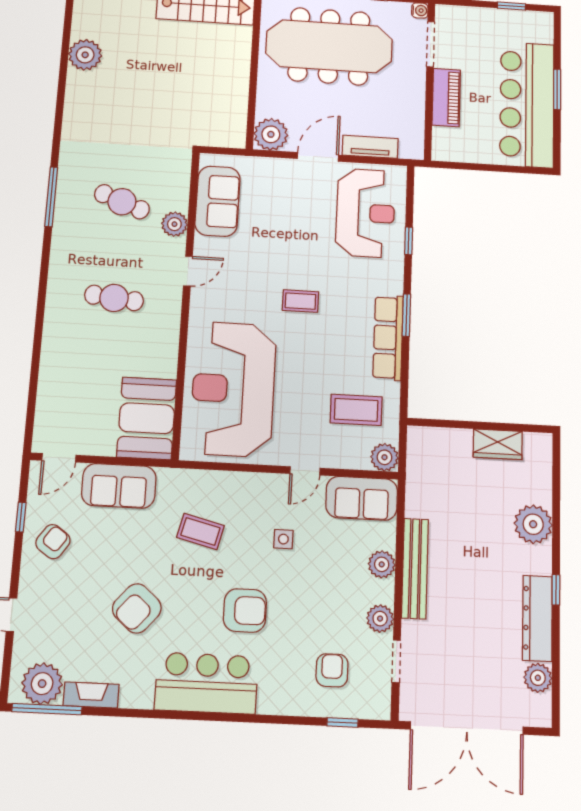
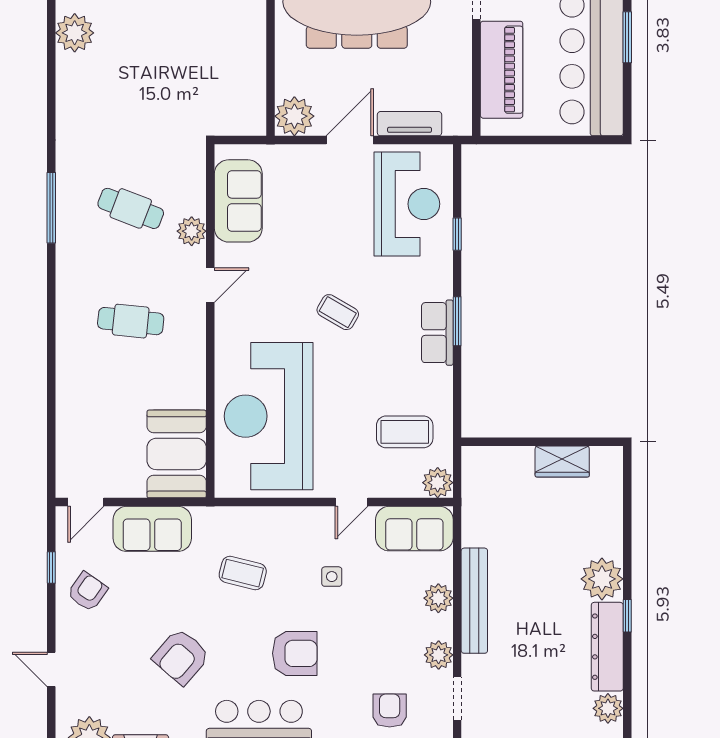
piano: (446, 98) -> (502, 70), width x1.37, depth x1.33
coffee table: (300, 301) -> (338, 312), turned 30
row of seats: (388, 338) -> (437, 333), width x0.68
plant: (533, 524) -> (602, 579), moved

